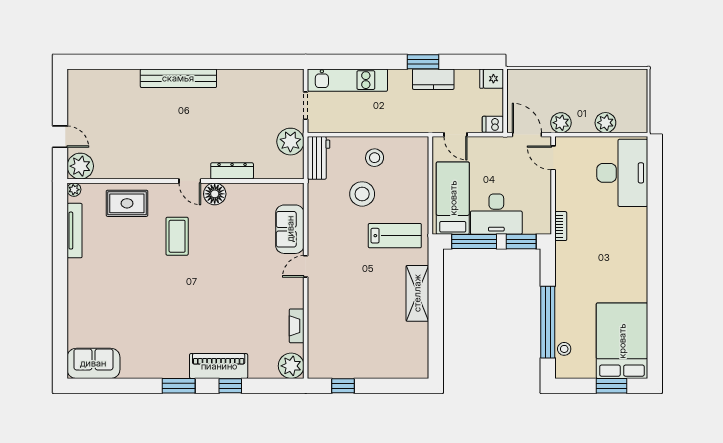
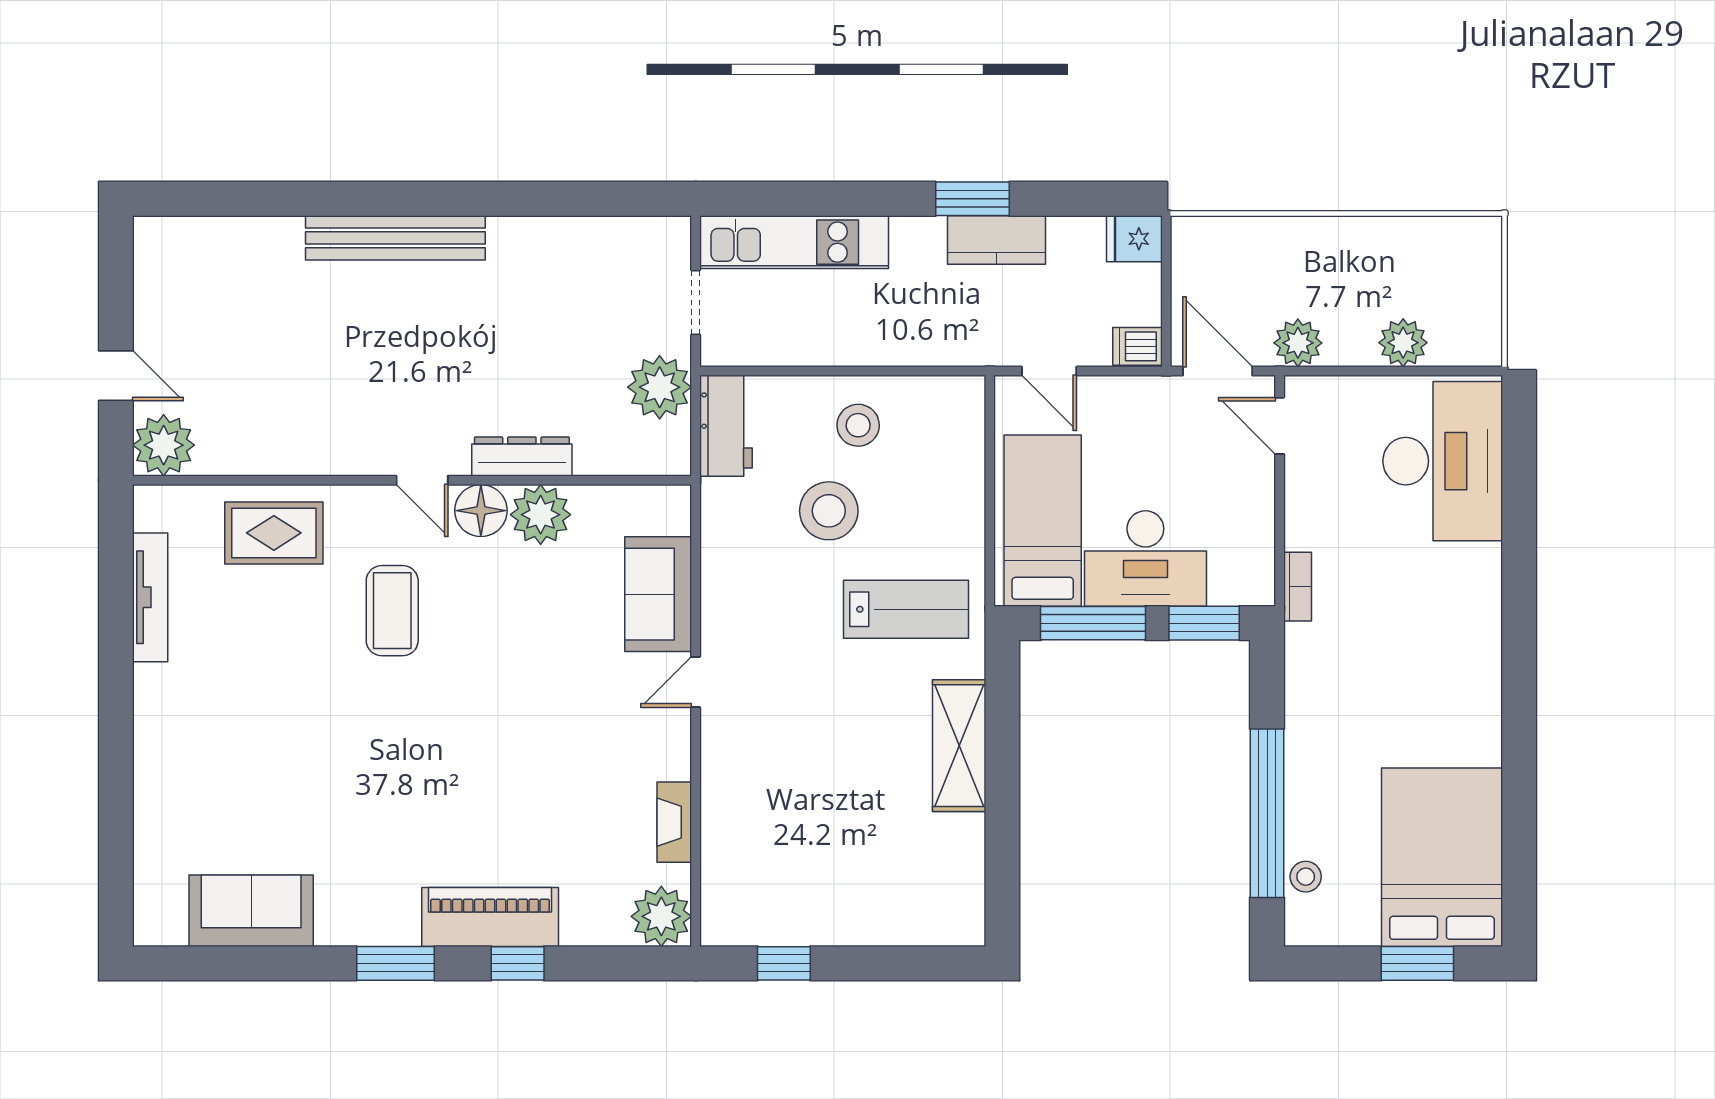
plant: (74, 190) -> (541, 515), moved, width x1.87, depth x1.87
sofa: (93, 363) -> (251, 911), moved

